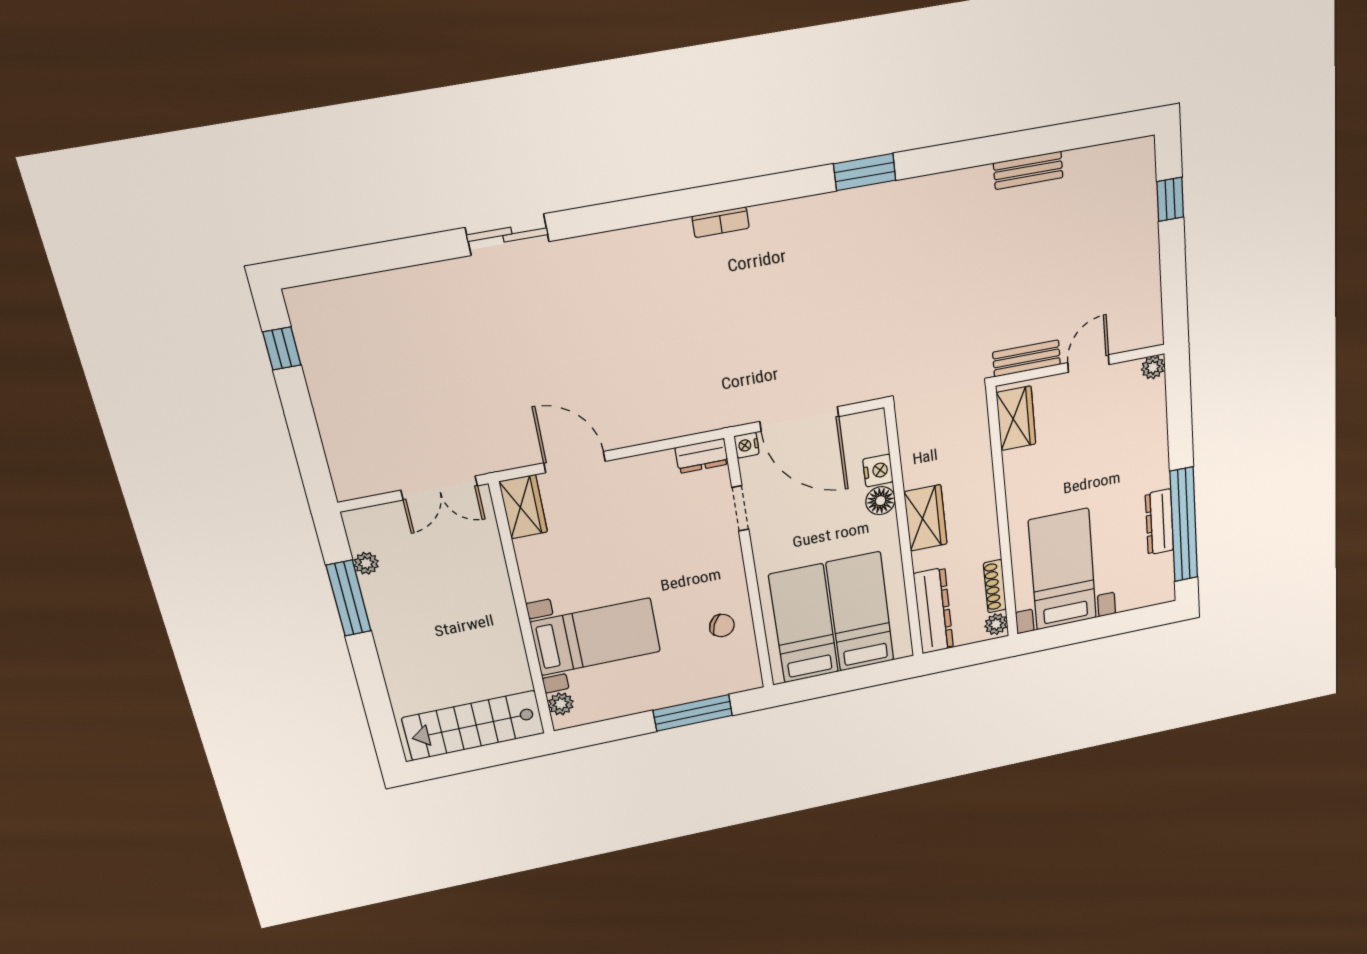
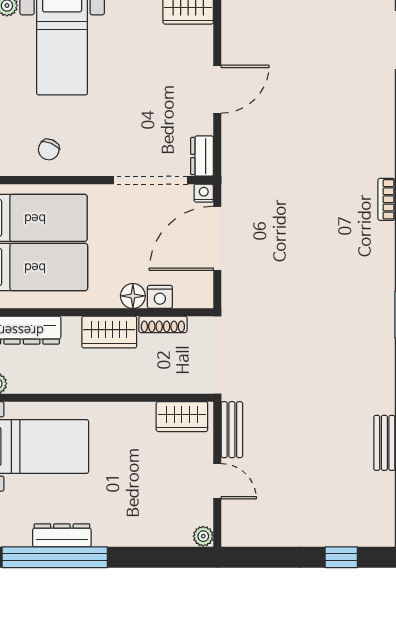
door: (575, 462) -> (217, 89), moved
doorway: (740, 508) -> (151, 180), width x1.88
shoe rack: (995, 586) -> (163, 324), moved, turned 180

